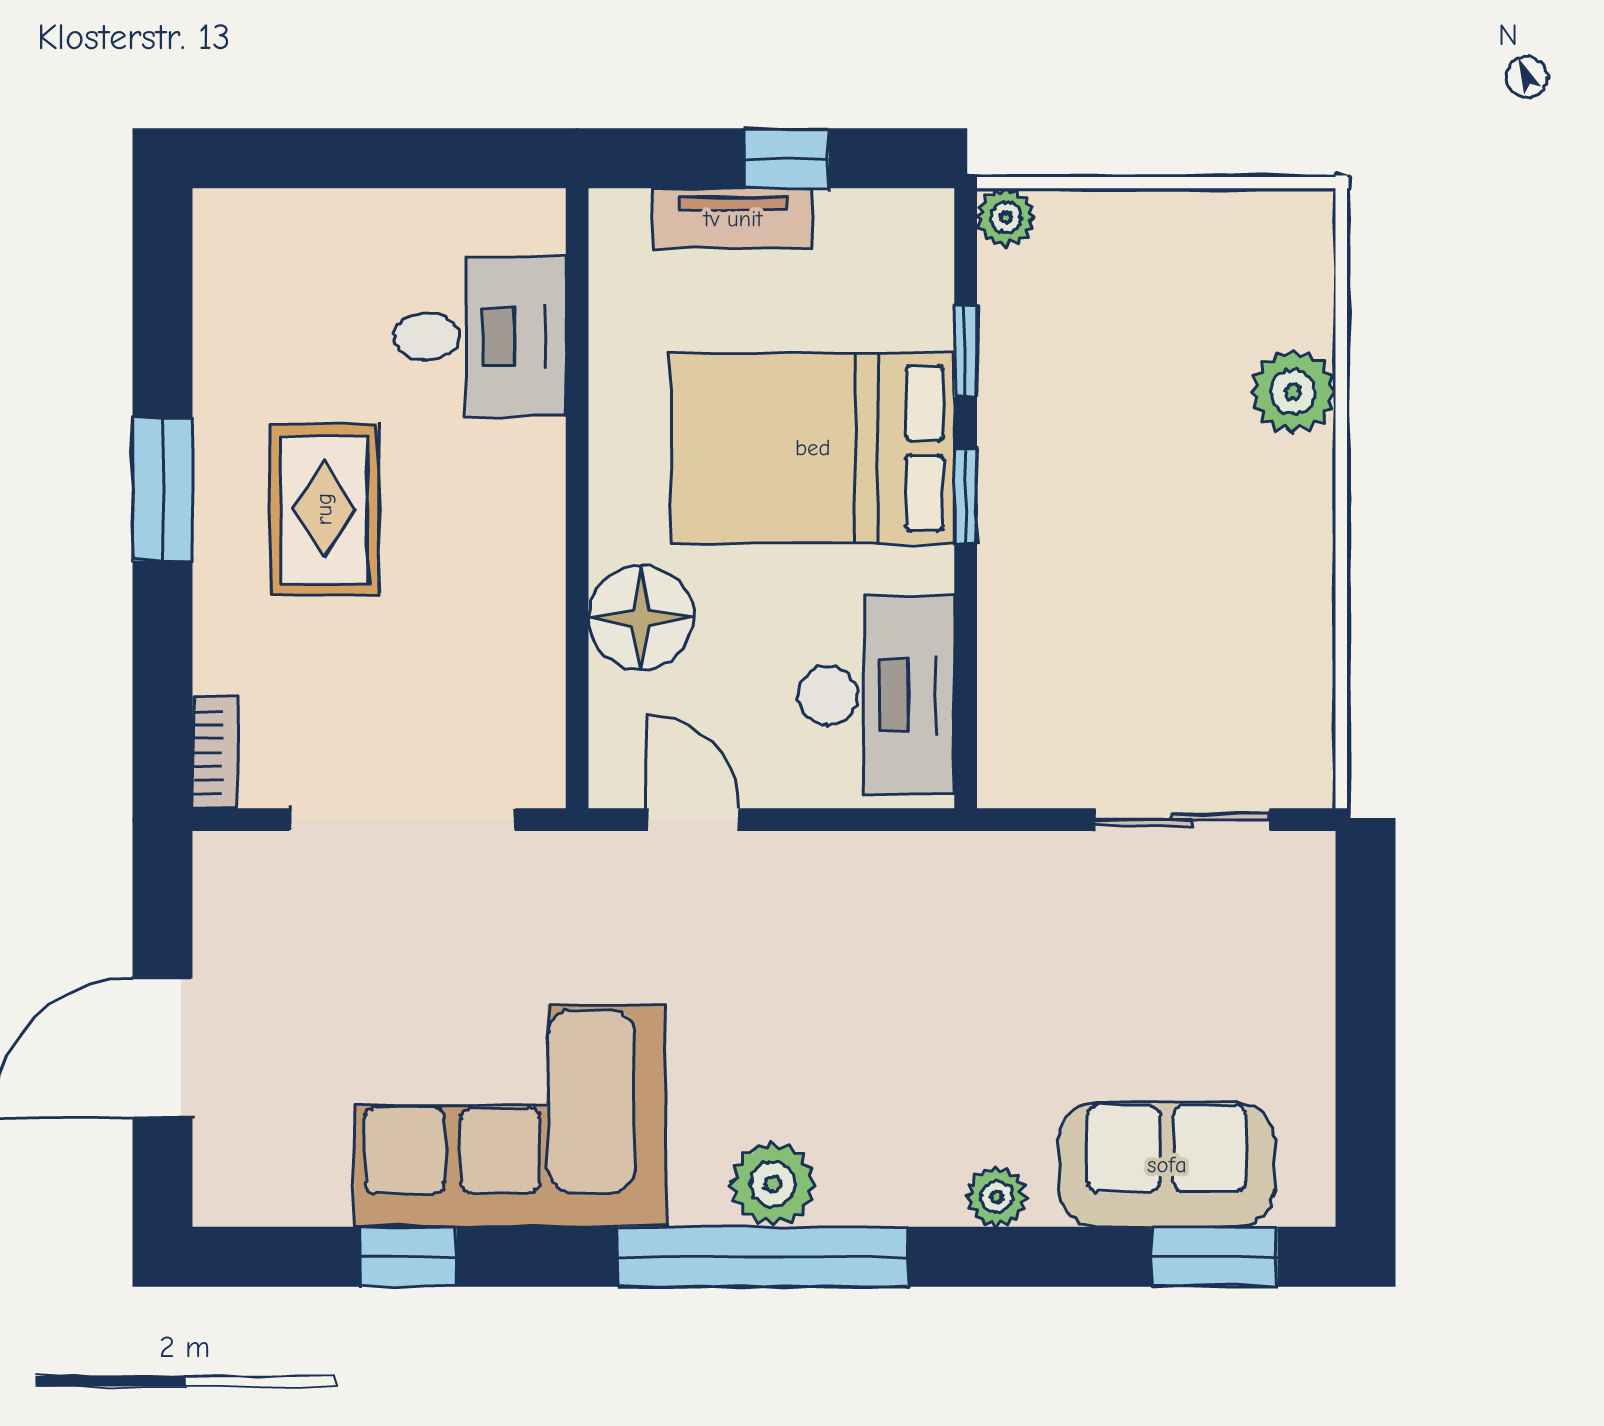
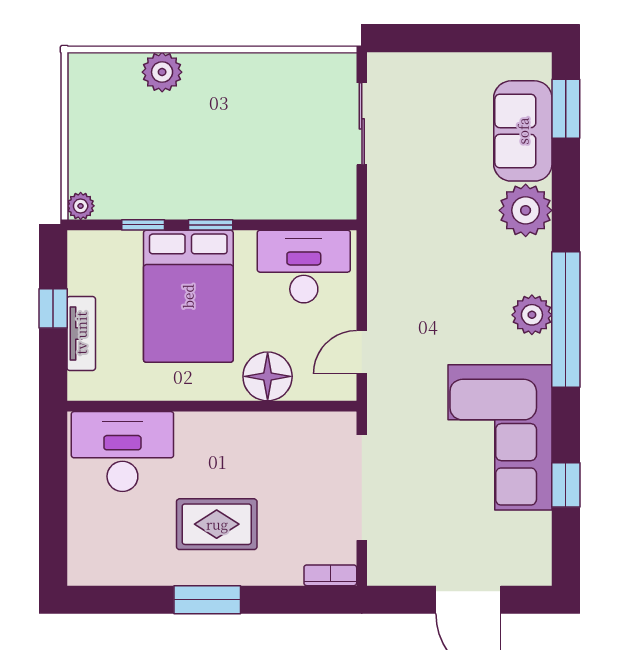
desk: (480, 337) -> (122, 452), width x1.37
plant: (997, 1197) -> (526, 210), width x1.87, depth x1.87

